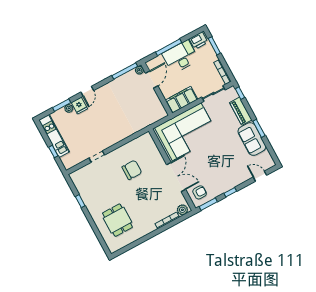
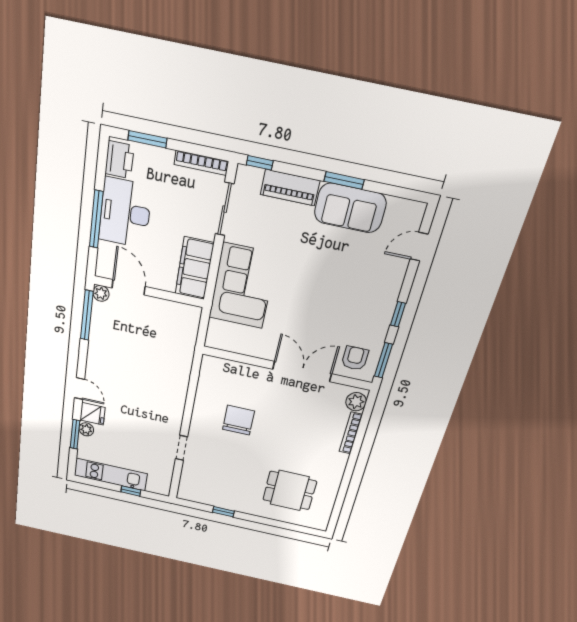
corner sofa: (187, 132) -> (243, 286), width x0.73, depth x0.74

